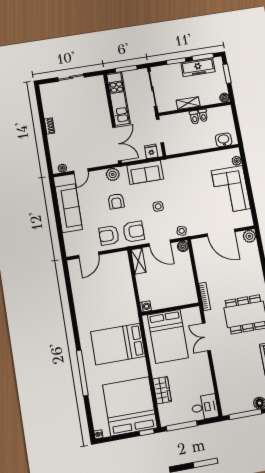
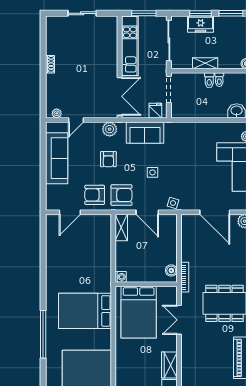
freezer: (198, 67) -> (201, 24), moved, width x0.71
boiler: (183, 246) -> (171, 270), moved
wardrobe: (162, 390) -> (169, 365), moved, turned 180

